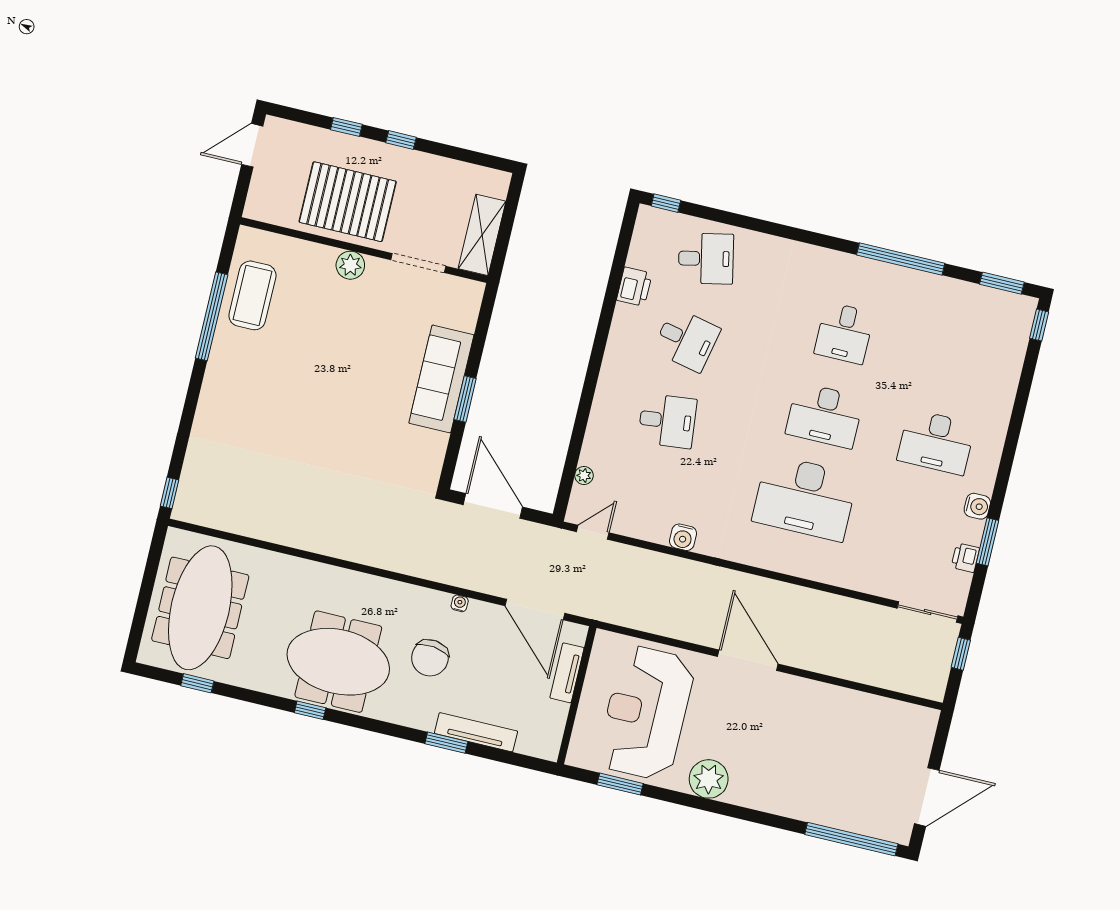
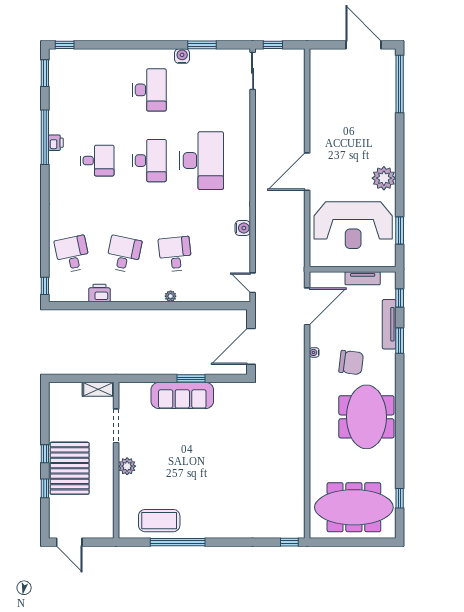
pallet: (348, 202) -> (70, 468), moved
shelving: (482, 235) -> (98, 389), width x0.67, depth x0.75
plant: (584, 476) -> (171, 296), moved
printer: (965, 558) -> (56, 143), moved, turned -90
tv unit: (567, 673) -> (363, 278), moved
window: (310, 710) -> (400, 298), moved

